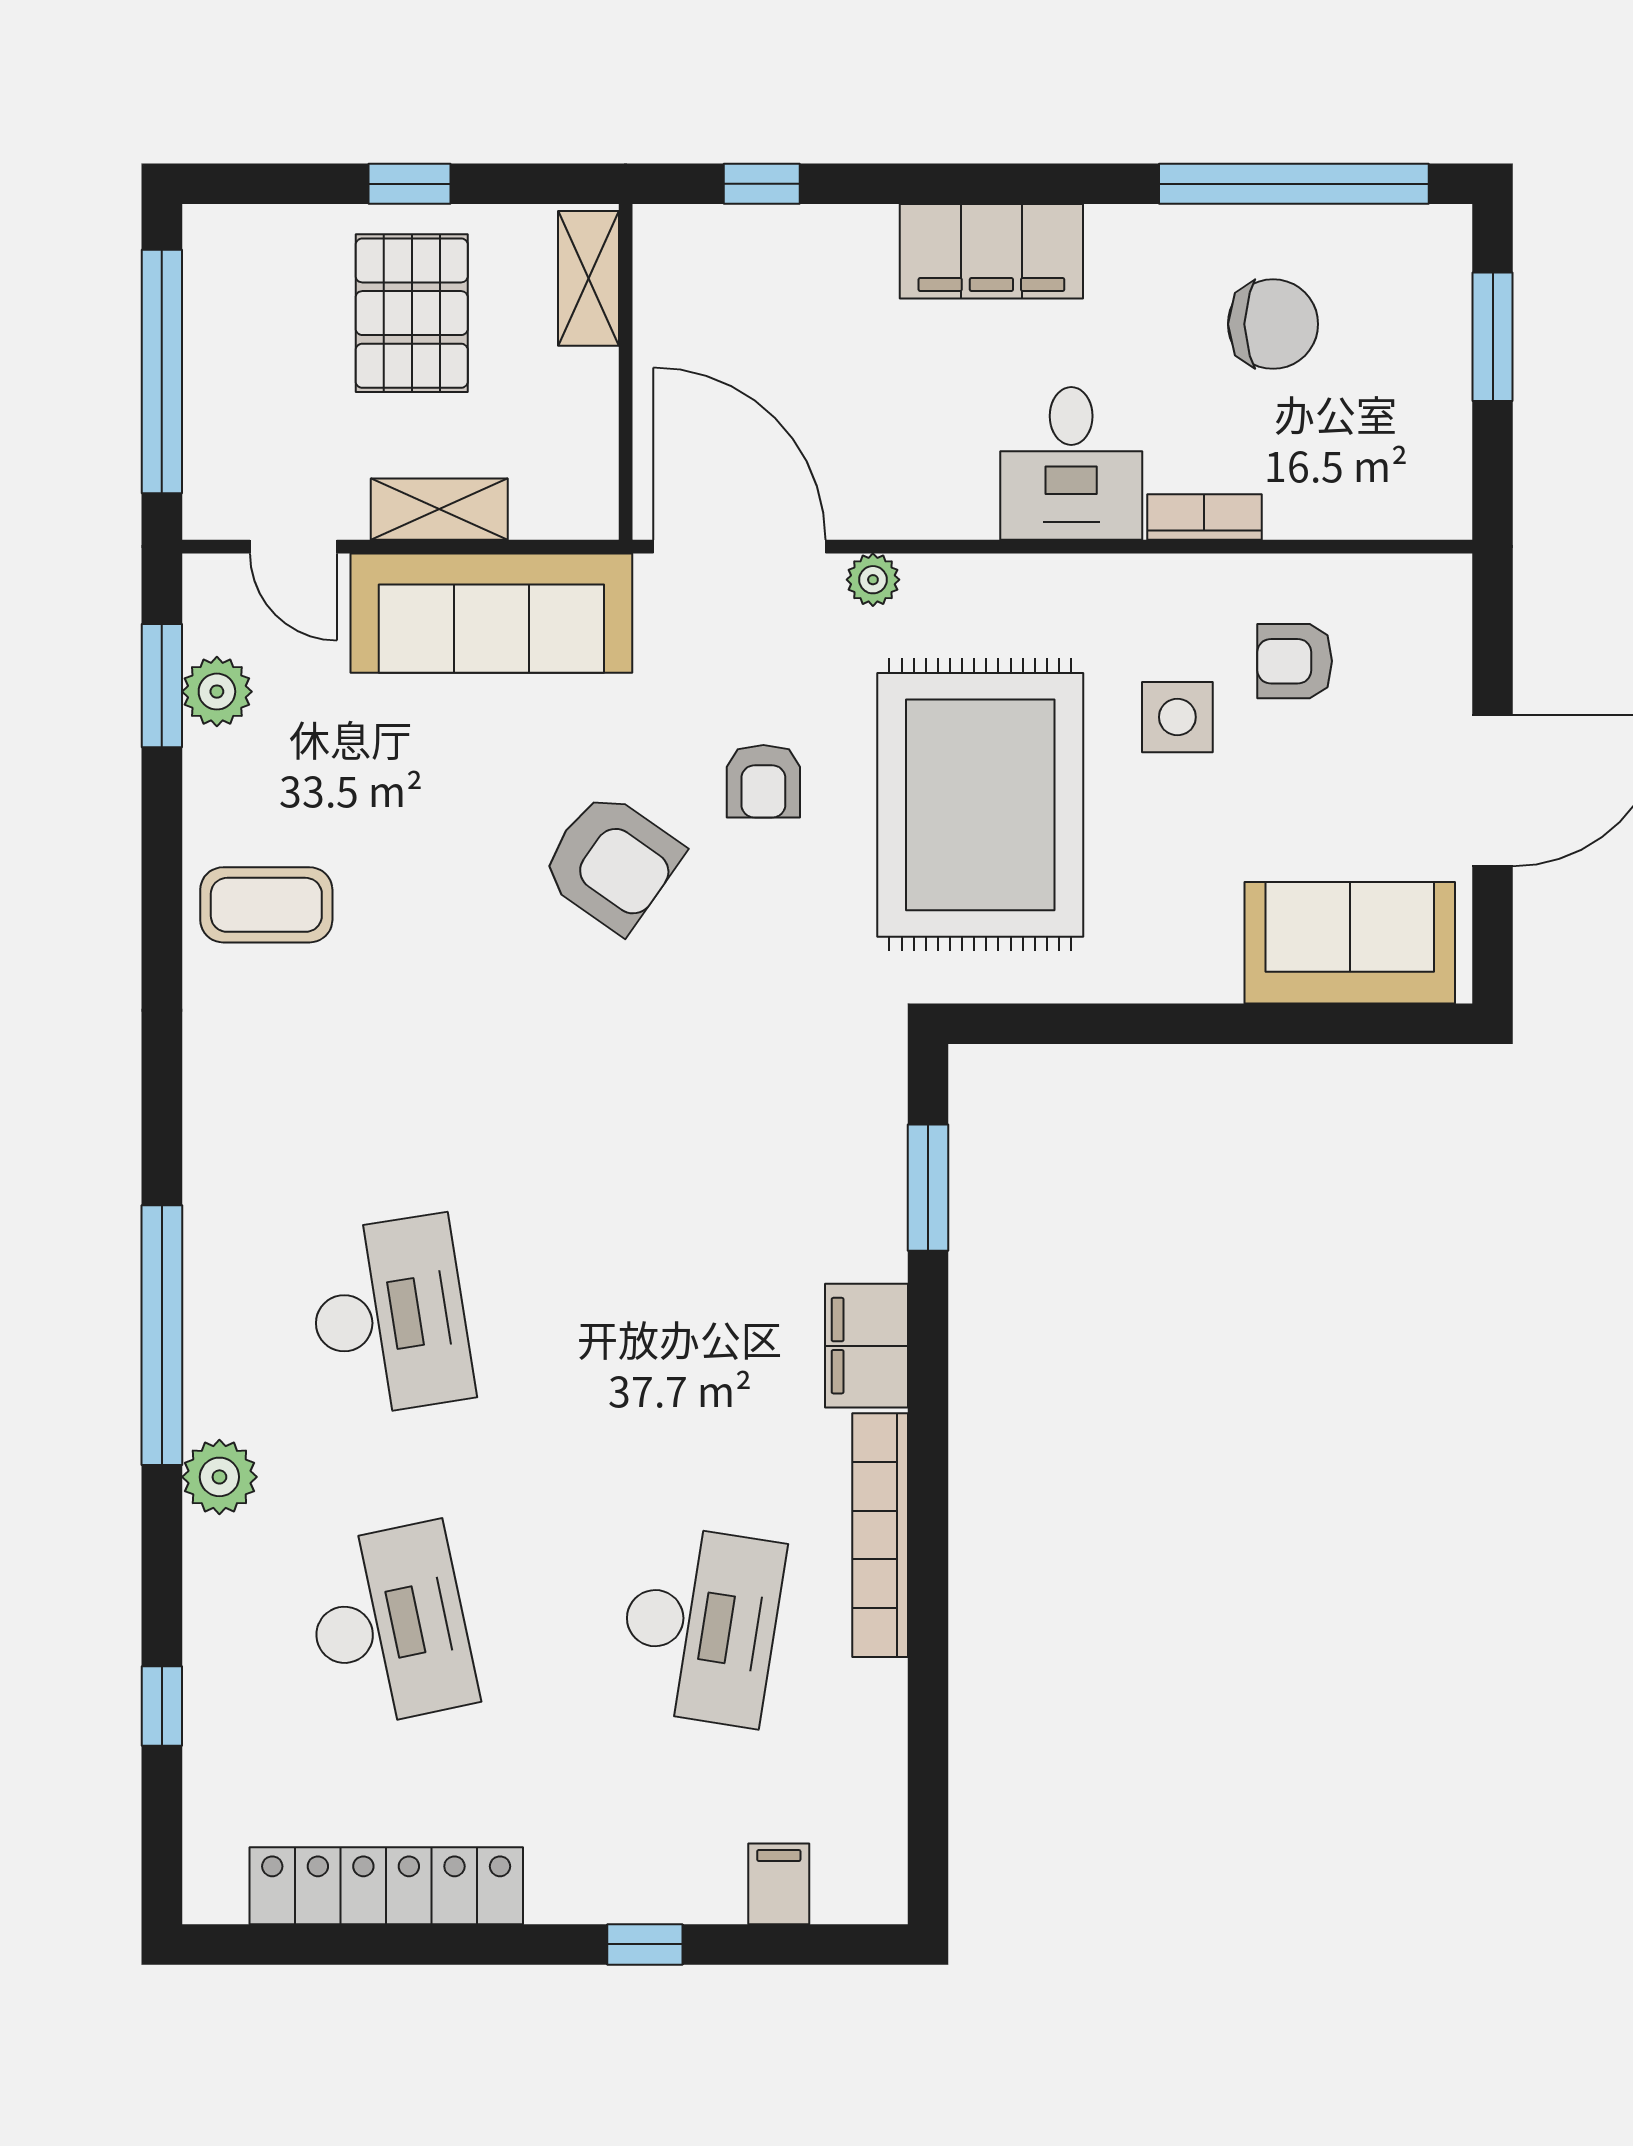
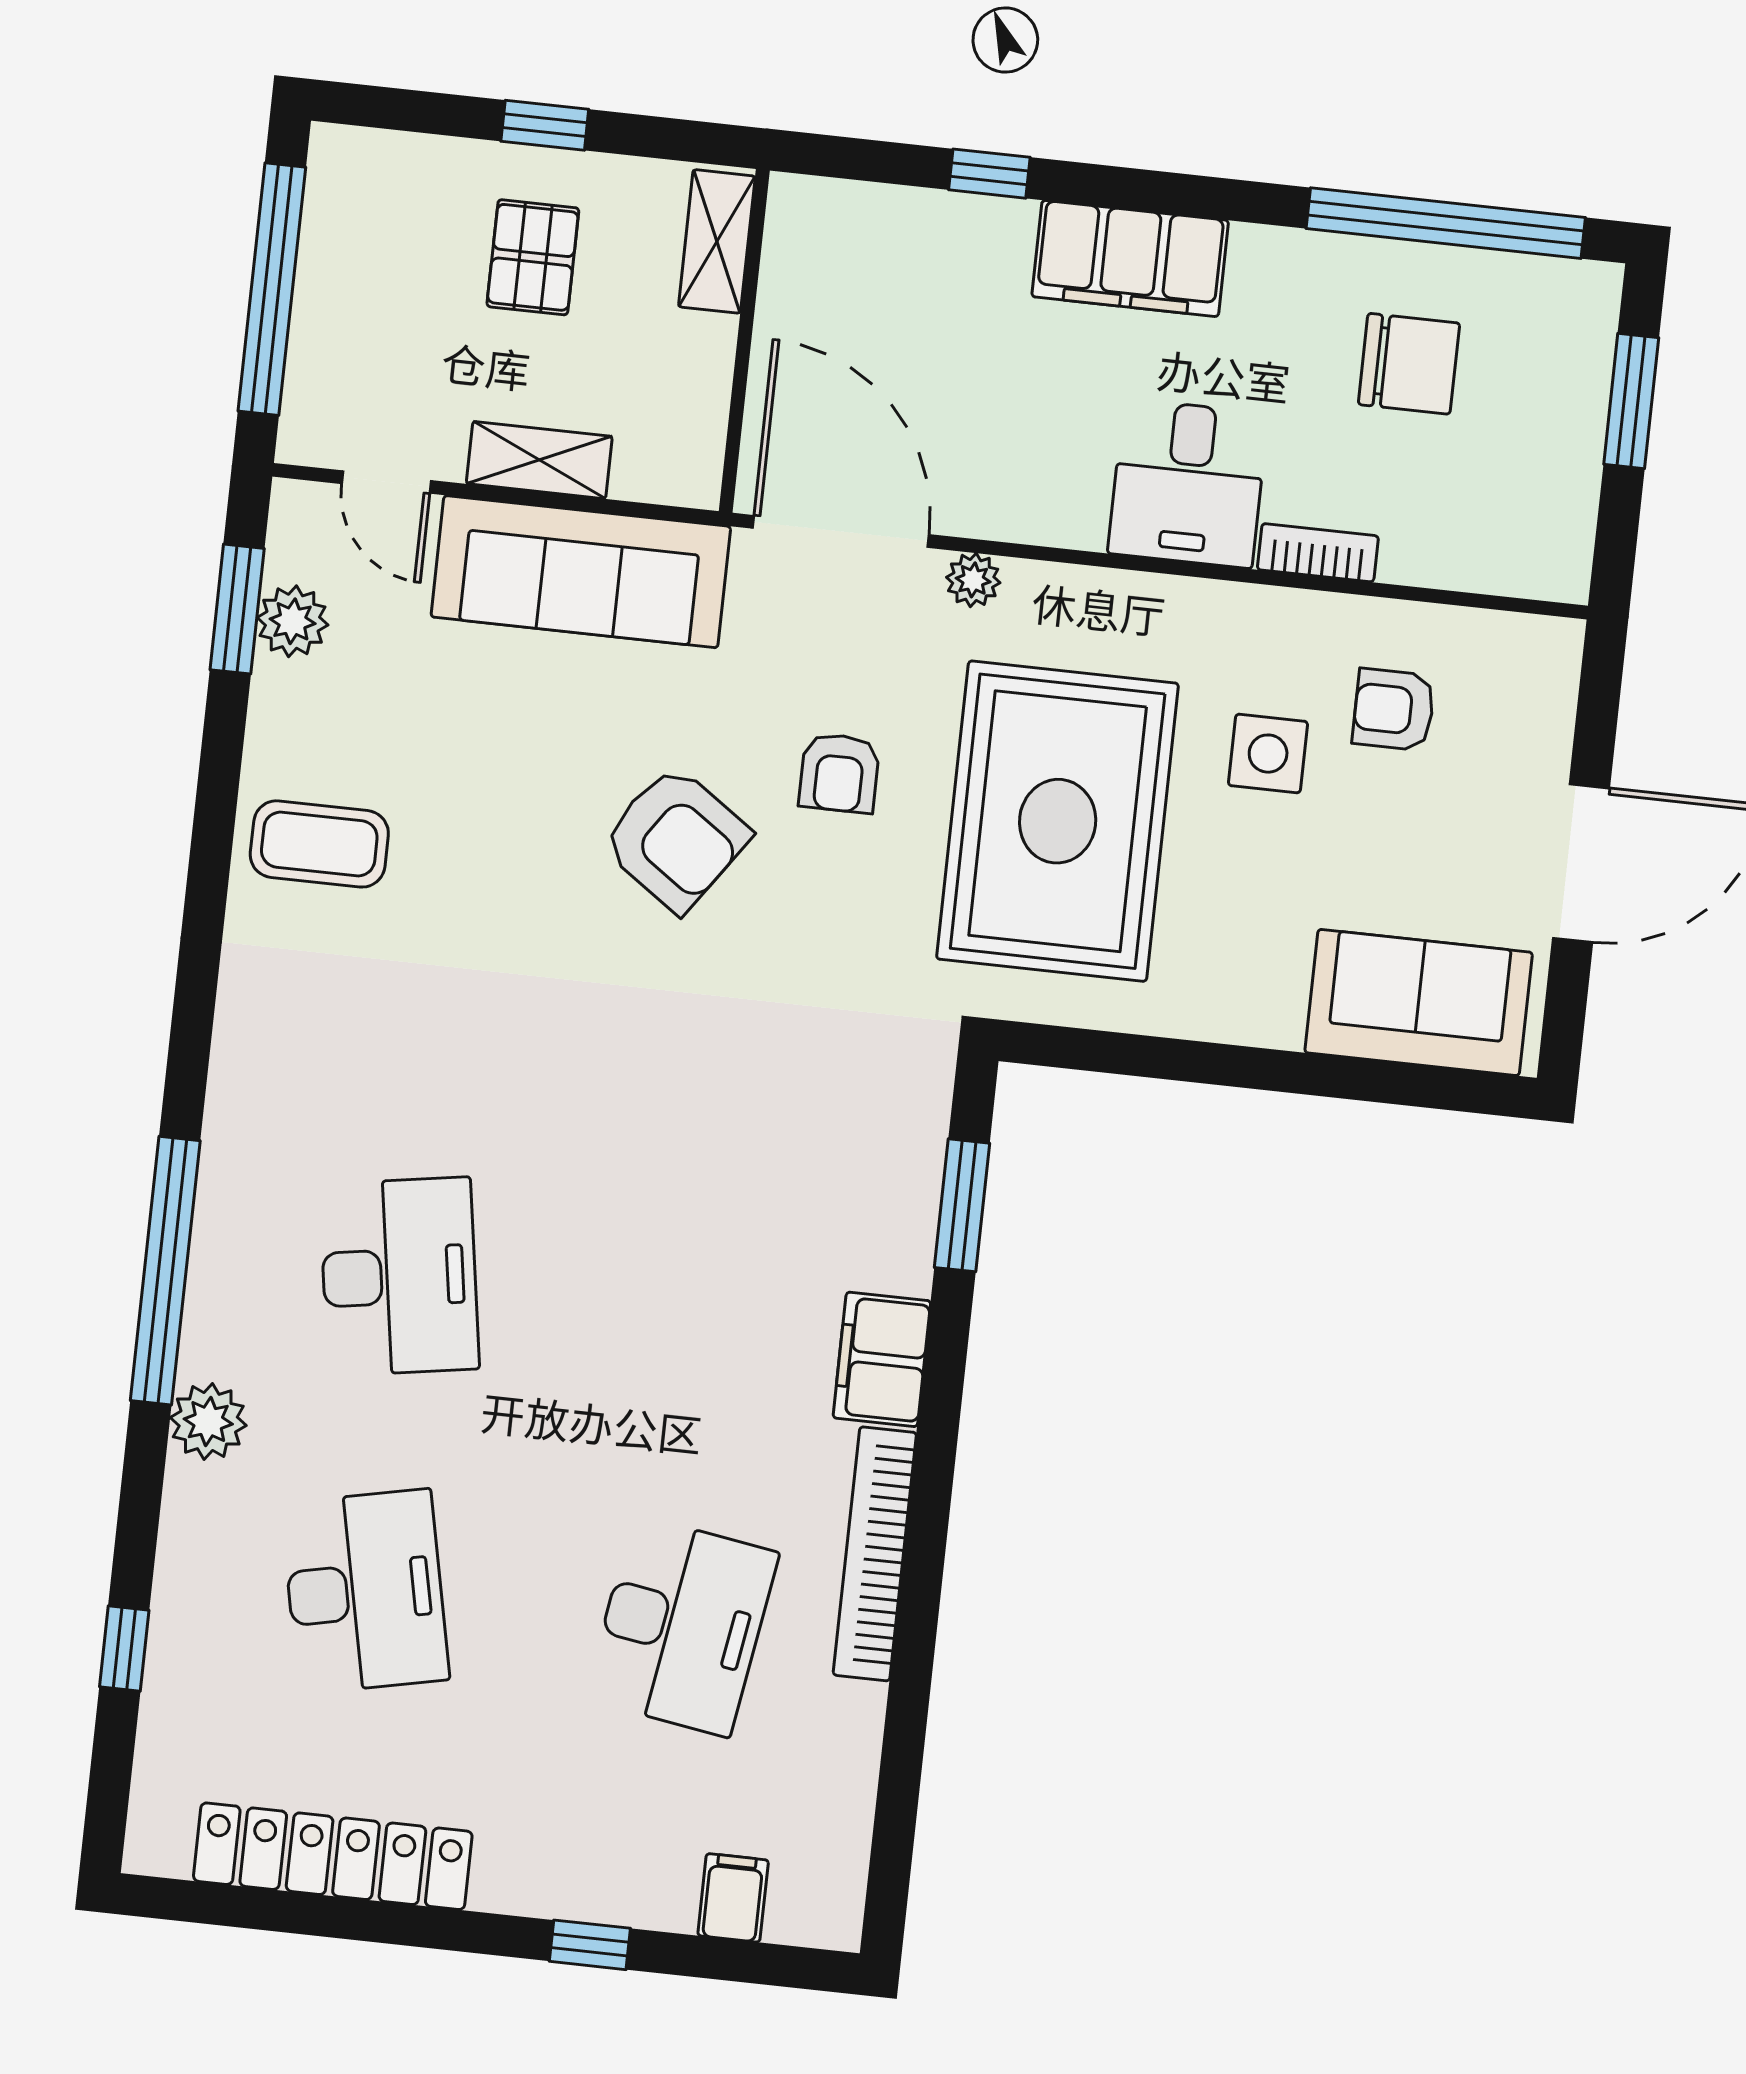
window: (762, 184) -> (989, 174), moved
pallet: (412, 313) -> (533, 257), width x0.67, depth x0.71

